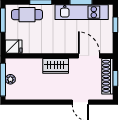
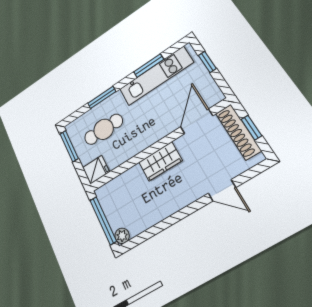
cafe table: (27, 15) -> (104, 129), moved
door: (89, 56) -> (197, 121), hinge flipped
plant: (10, 79) -> (122, 236), moved

